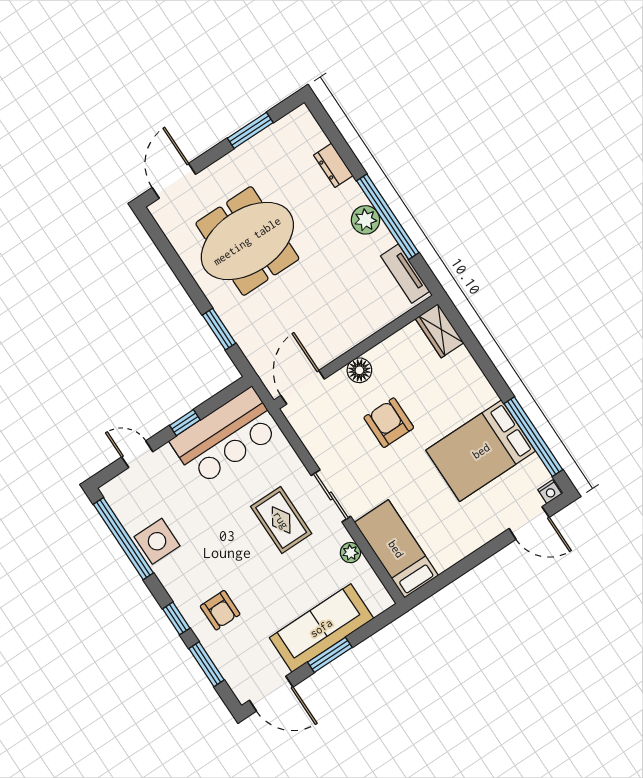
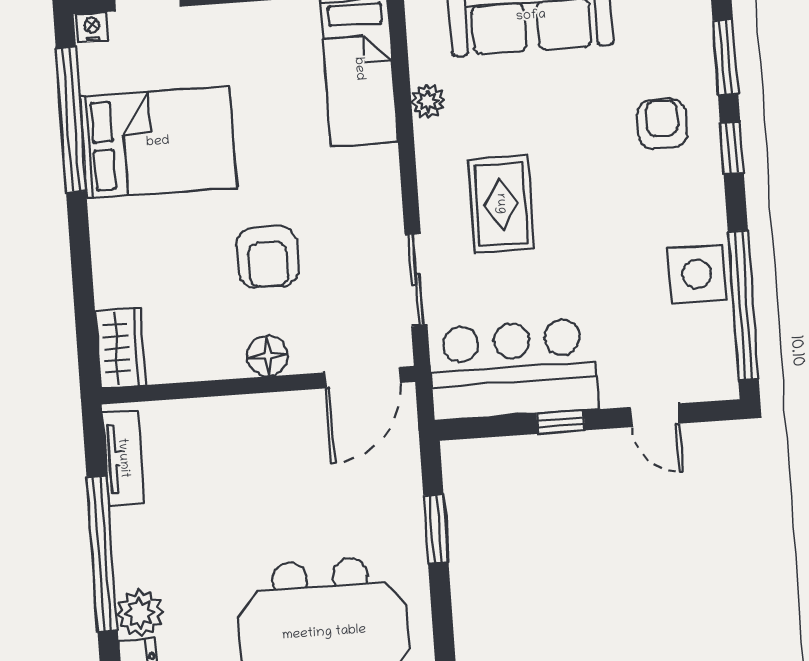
plant: (366, 220) -> (140, 613), moved
sliding door: (331, 496) -> (416, 280), moved

